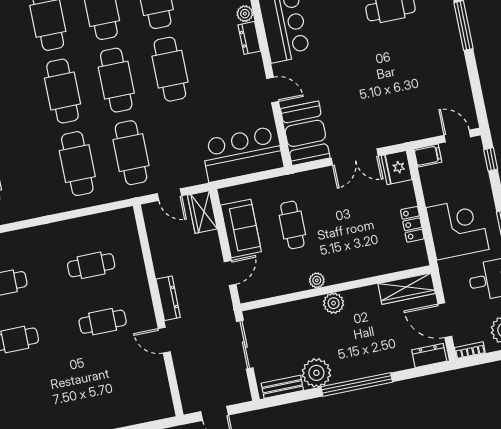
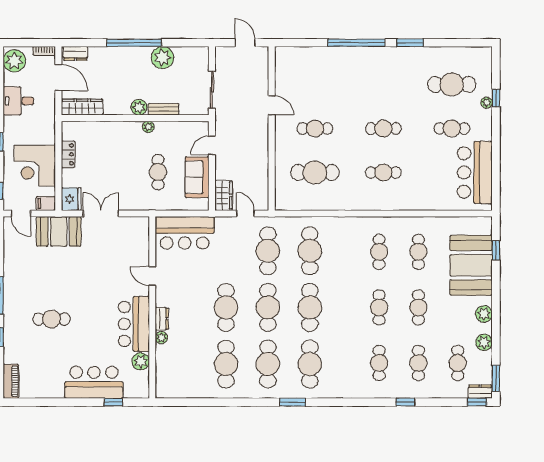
booth: (305, 133) -> (59, 231), moved, turned 90
corner desk: (458, 229) -> (35, 166), moved
cafe table: (91, 265) -> (315, 173), width x1.37, depth x1.35
dresser: (168, 298) -> (262, 136), removed
bench: (282, 387) -> (164, 109), moved

